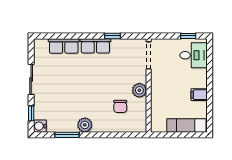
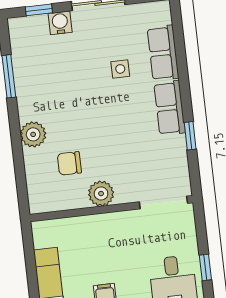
side table: (70, 71) -> (120, 69), added
plant: (85, 125) -> (33, 134), moved
water cooler: (40, 126) -> (60, 23), moved

